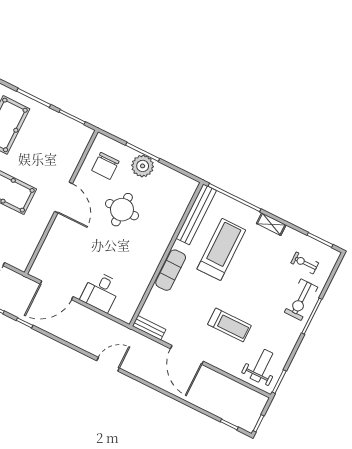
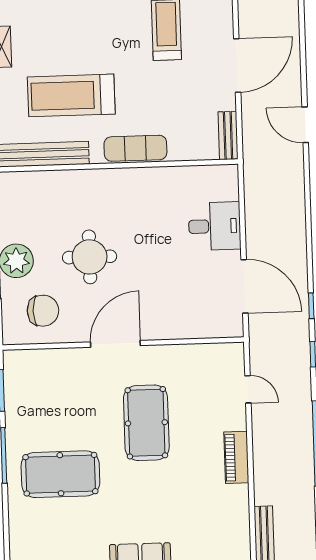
door: (108, 364) -> (305, 125), moved

